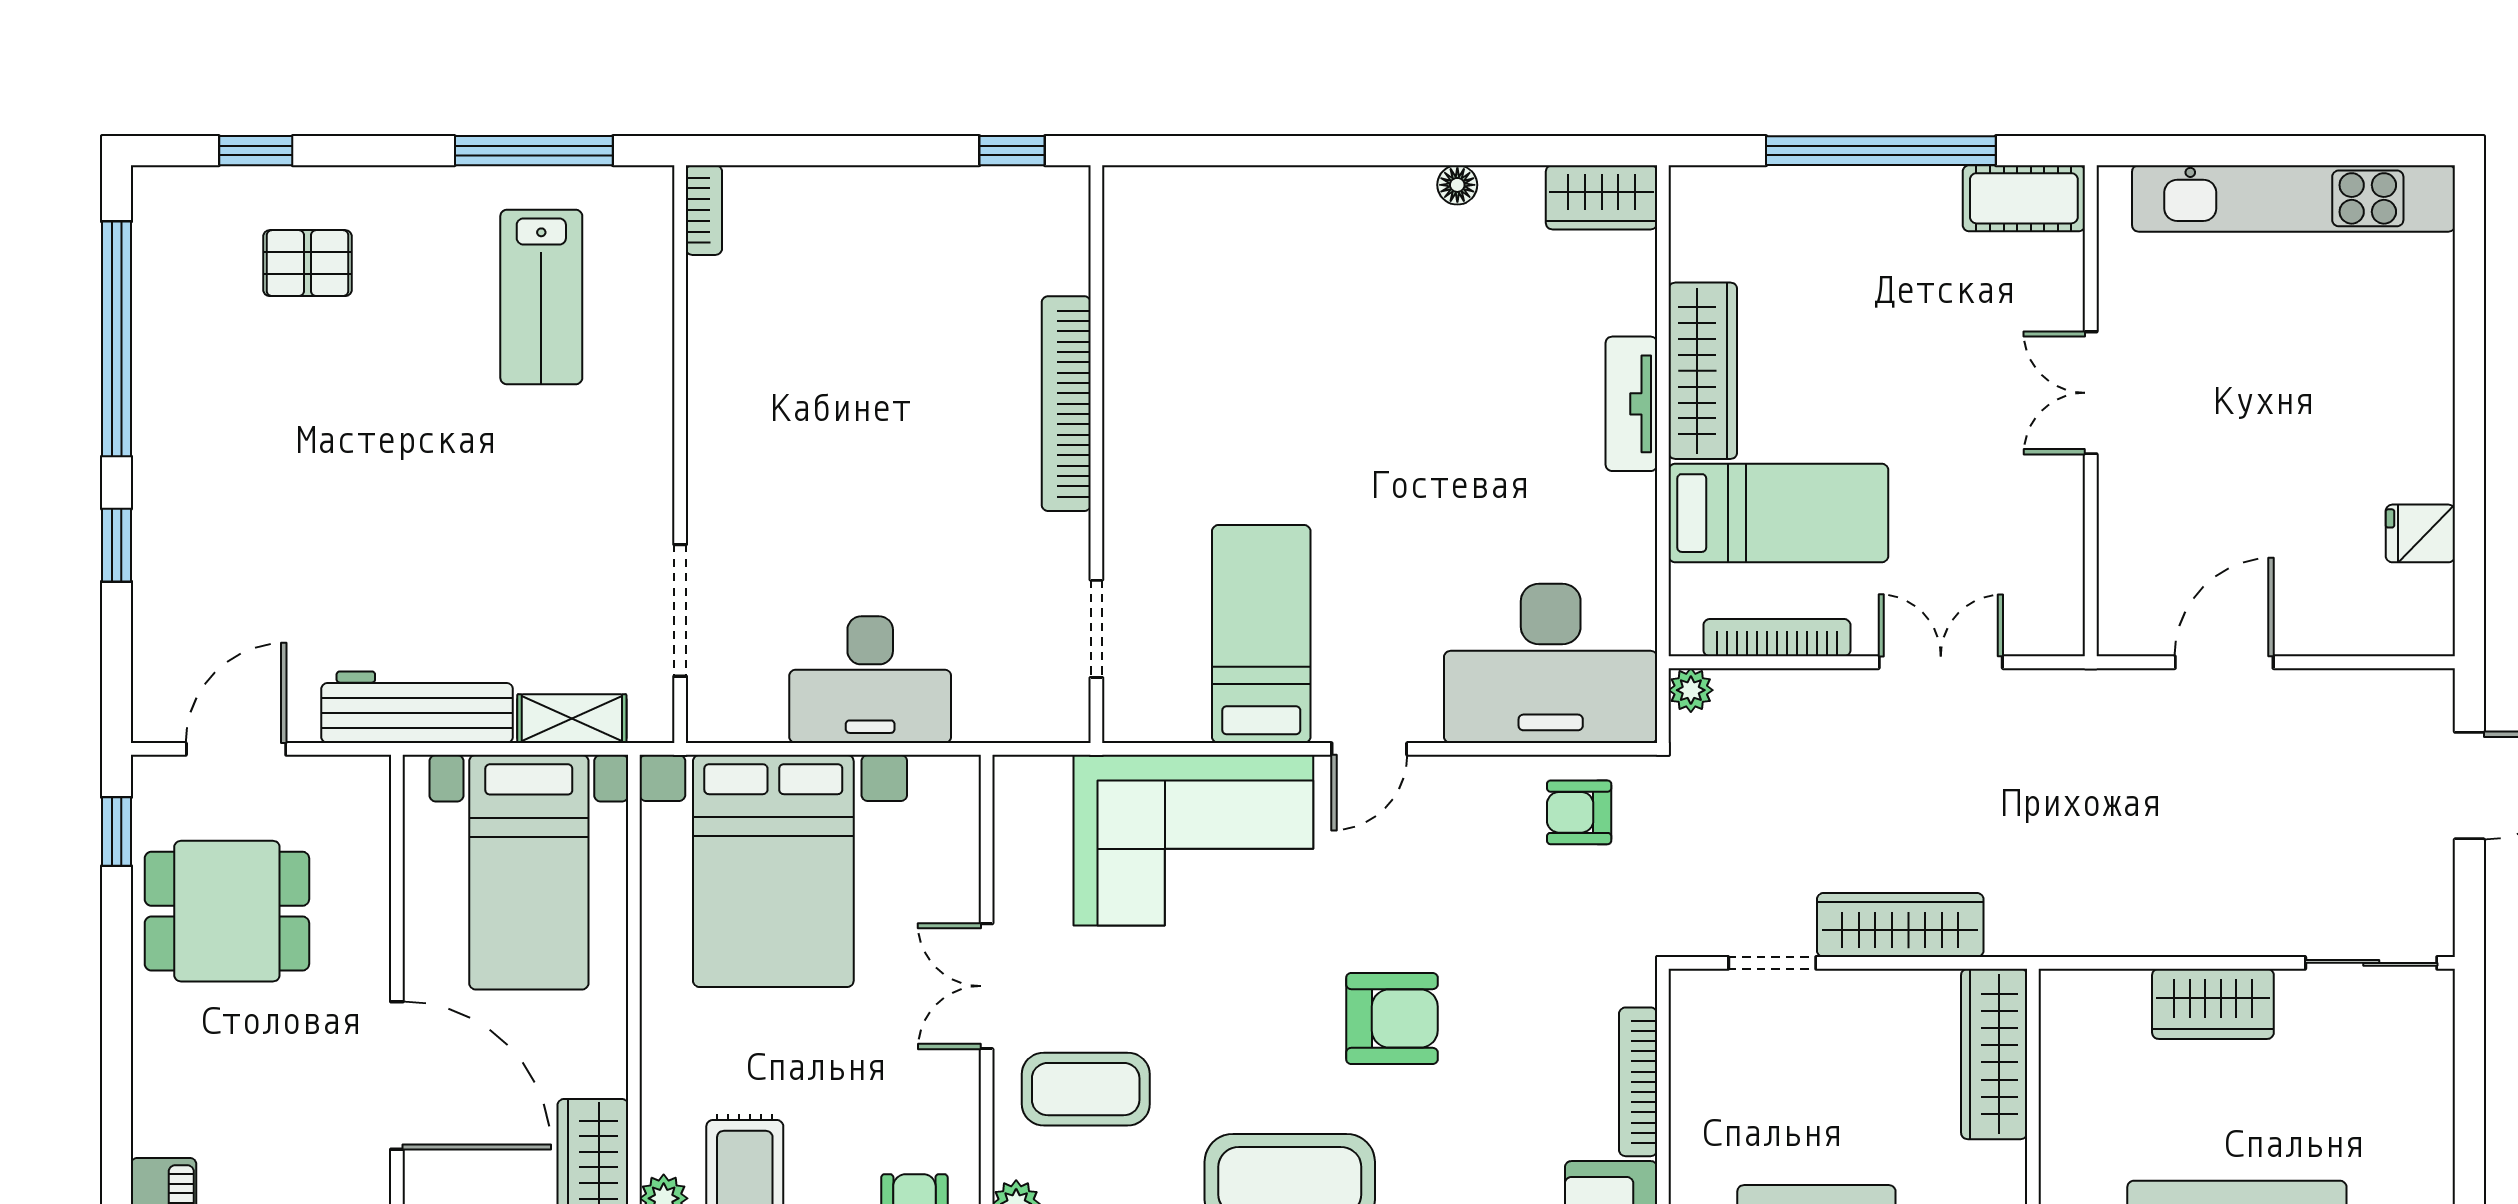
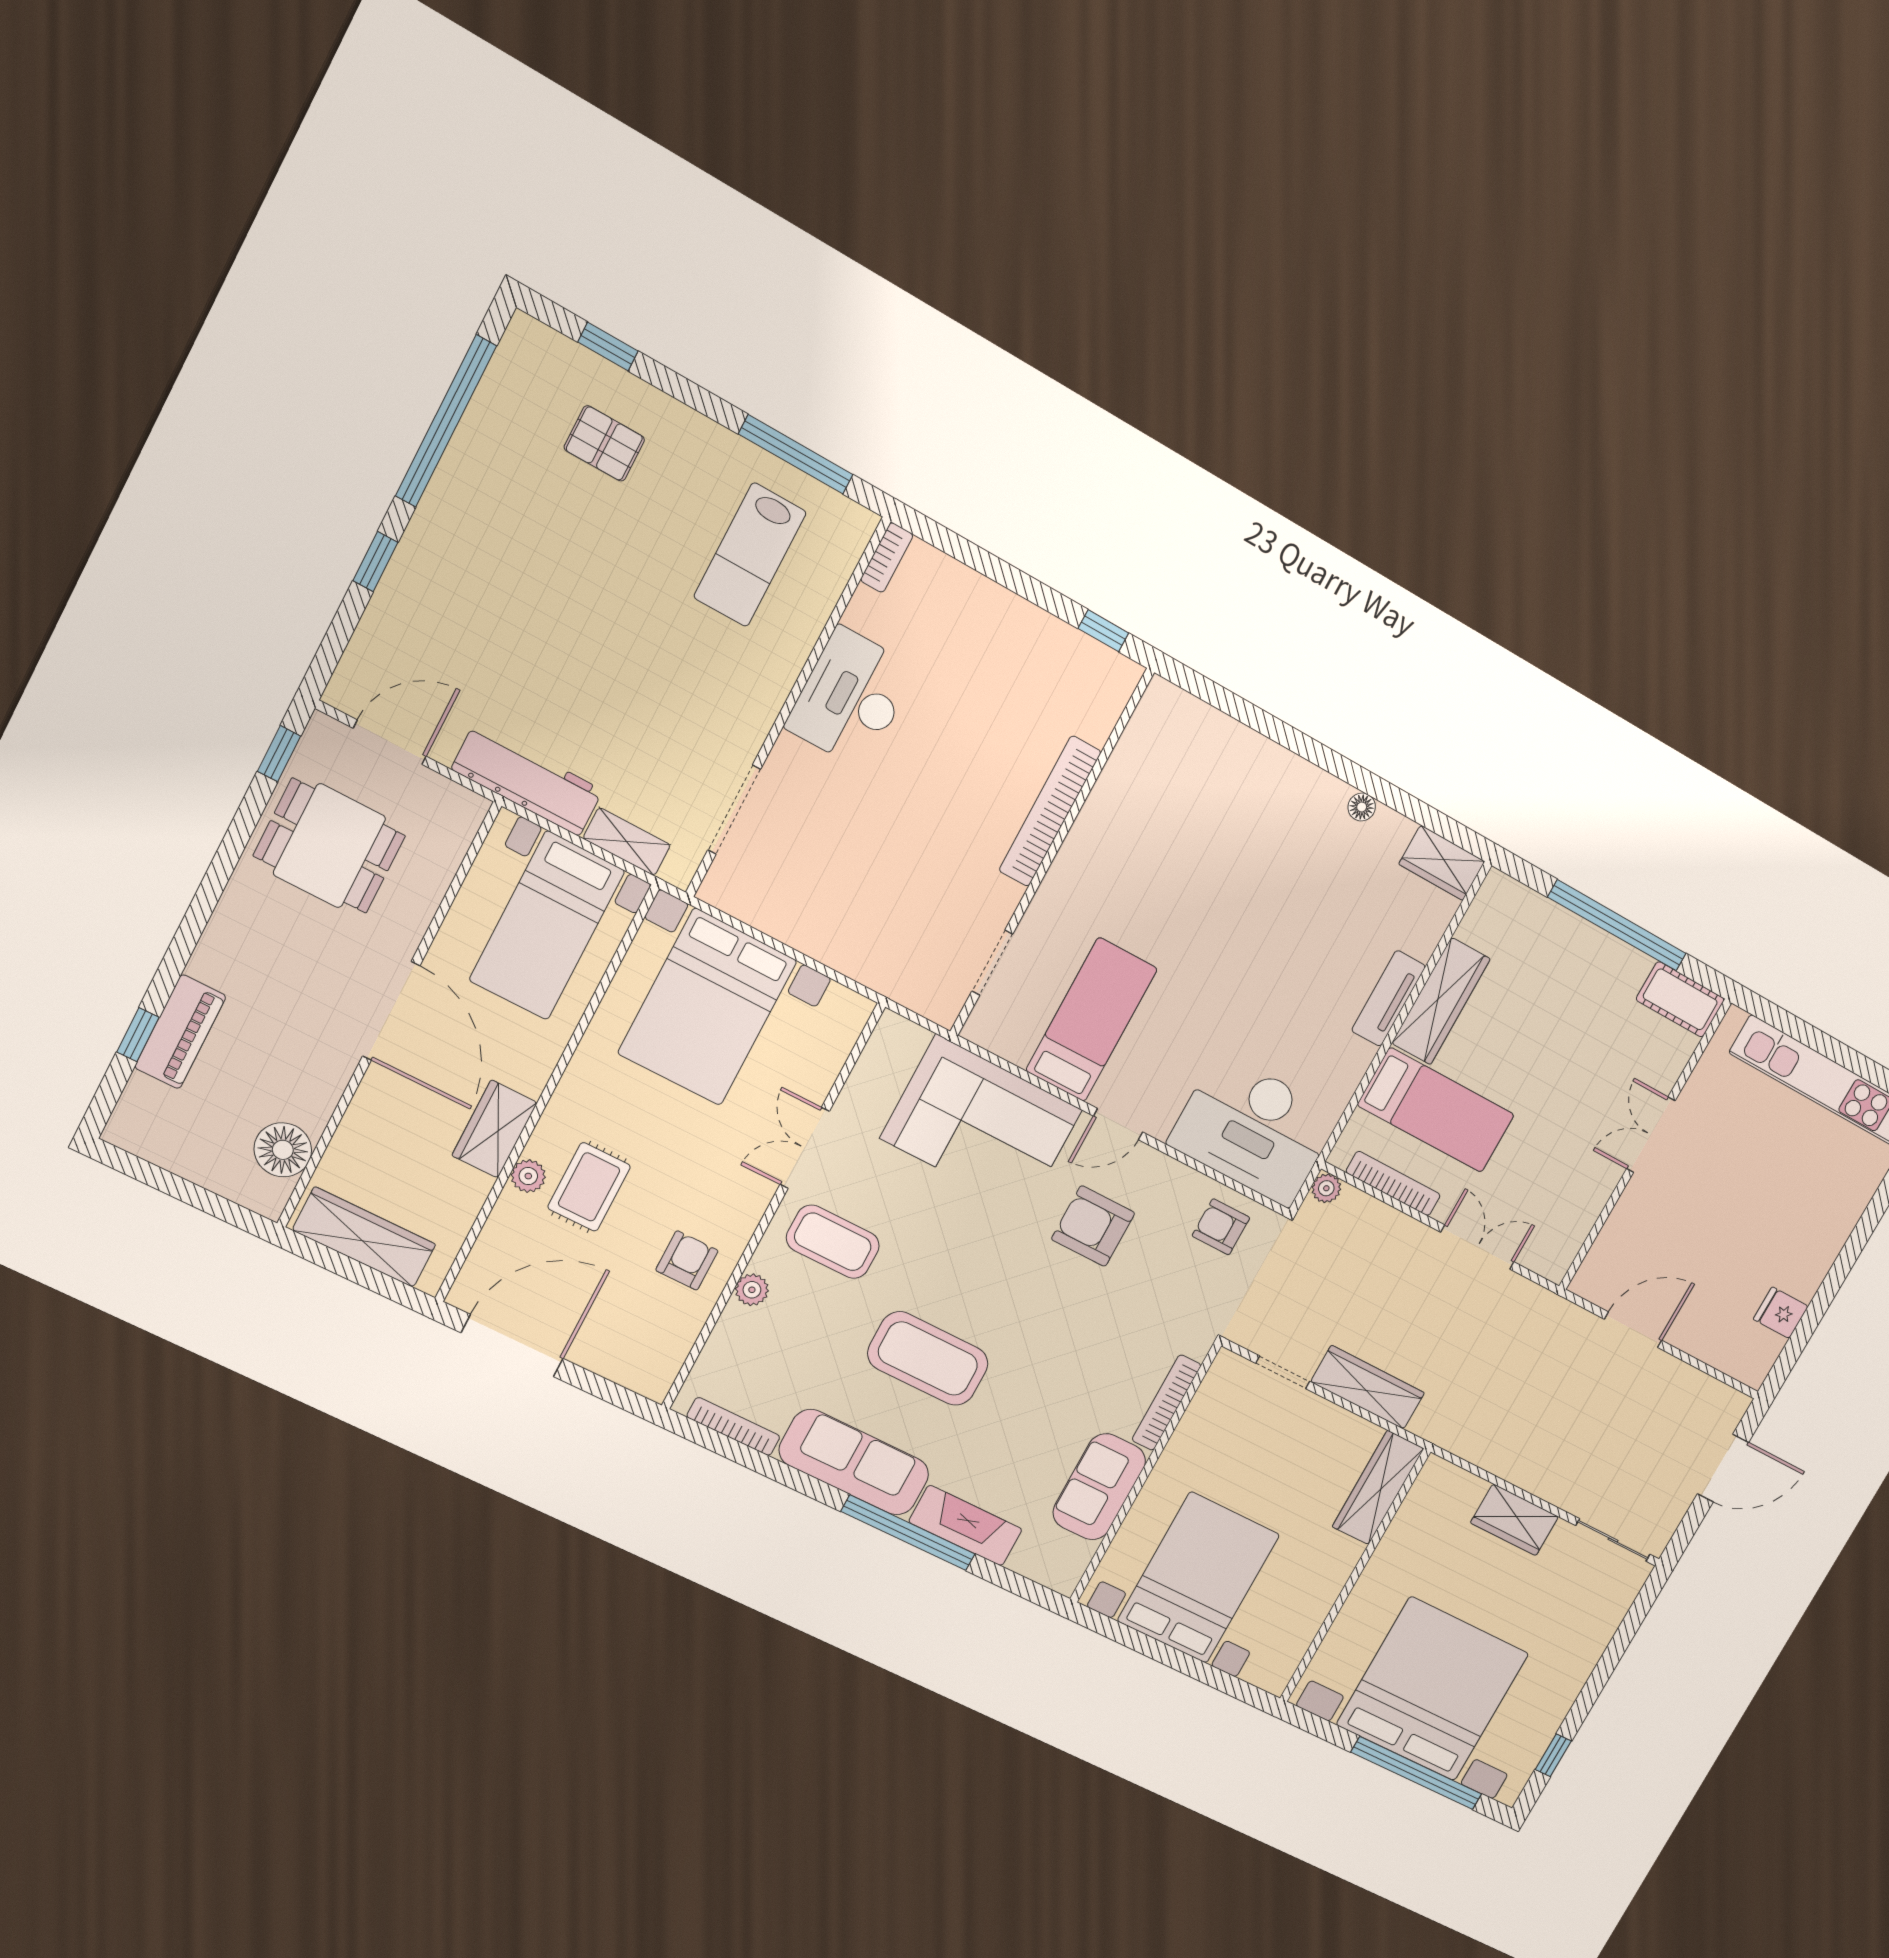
desk: (870, 680) -> (851, 698), moved, turned 90
armchair: (1392, 1019) -> (1093, 1226), moved, turned 180

